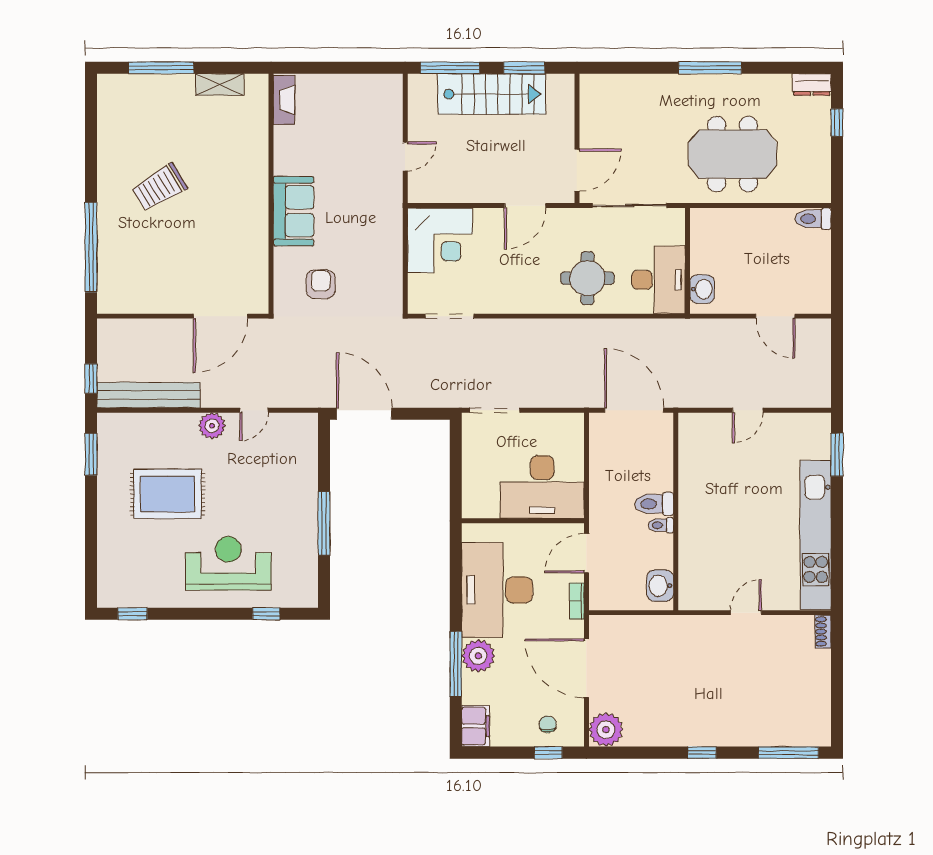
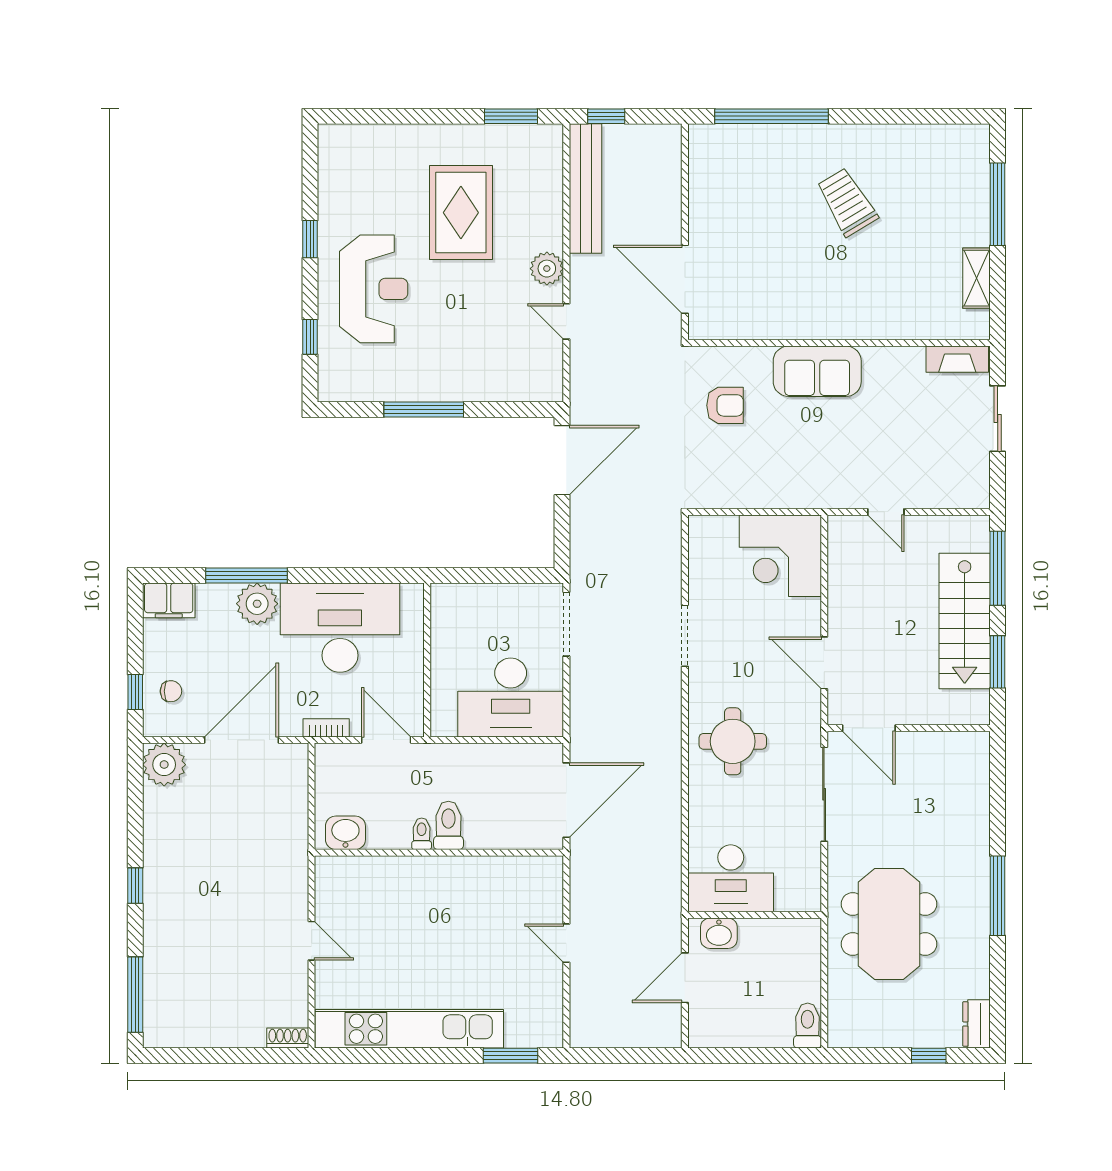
sliding door: (331, 68) -> (998, 419), added
wall: (688, 261) -> (755, 915), moved
desk: (659, 280) -> (731, 878), moved
washbasin: (702, 289) -> (719, 933), moved
doorway: (450, 316) -> (685, 636), moved
desk: (542, 487) -> (511, 698), moved, turned -90
window: (132, 614) -> (310, 239), moved

